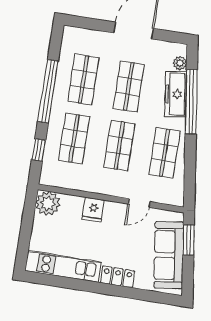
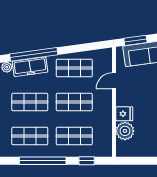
plant: (48, 203) -> (125, 131), moved
door: (139, 203) -> (114, 81), swing flipped

